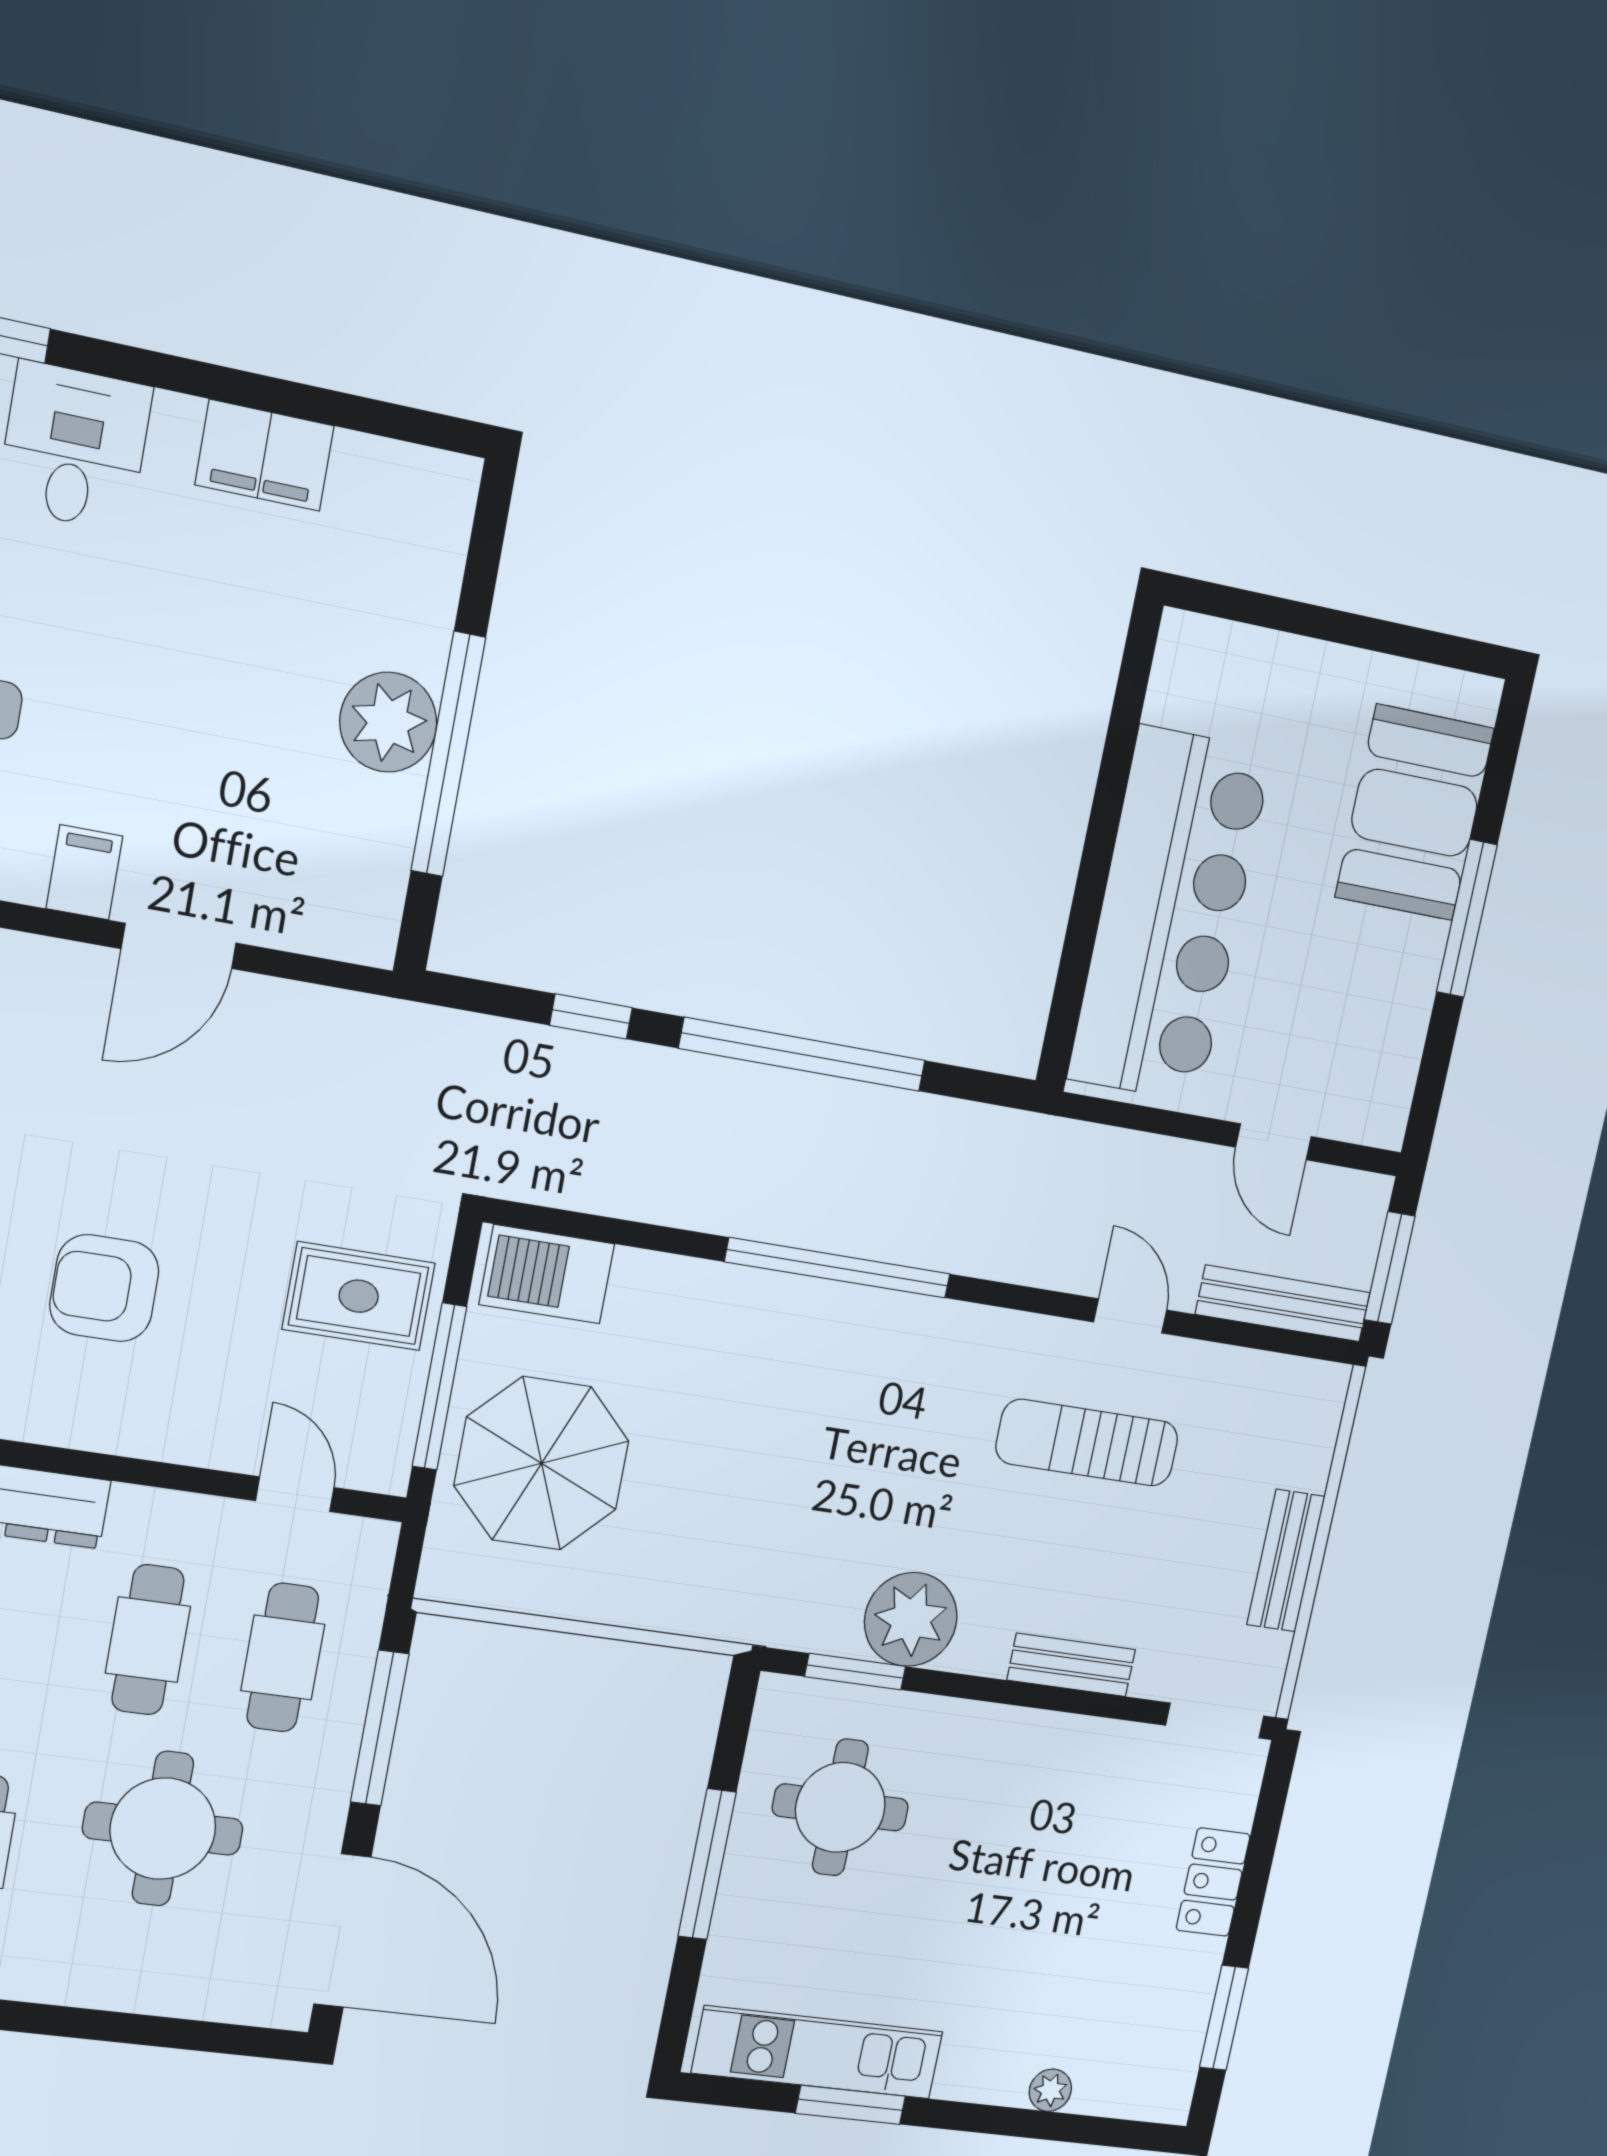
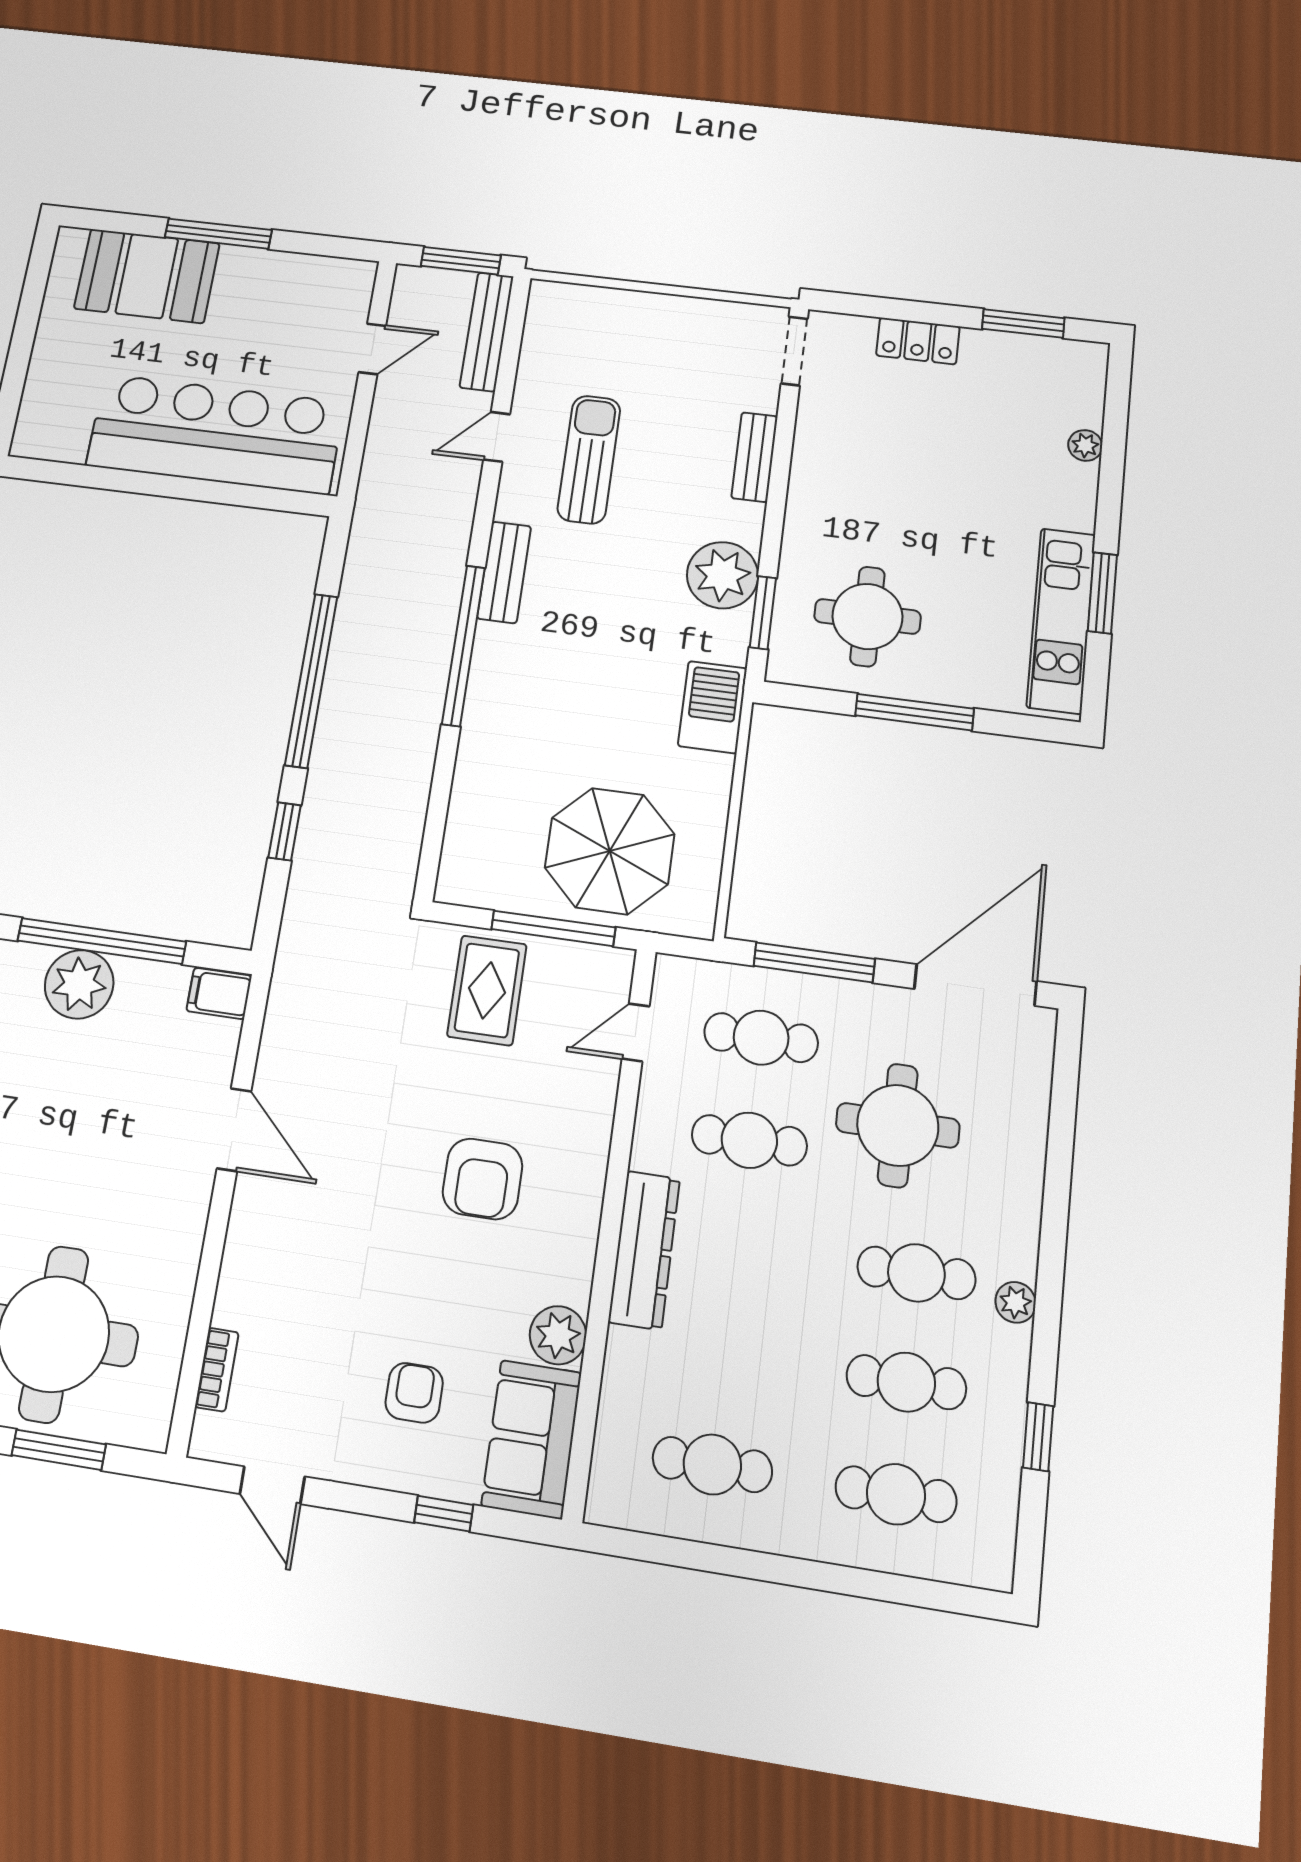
filing cabinet: (84, 872) -> (219, 993), moved
barbecue: (547, 1274) -> (713, 707), moved, turned 180
sun lounger: (1087, 1443) -> (589, 459), turned 180
bench: (1286, 1561) -> (504, 572), moved, turned 90

